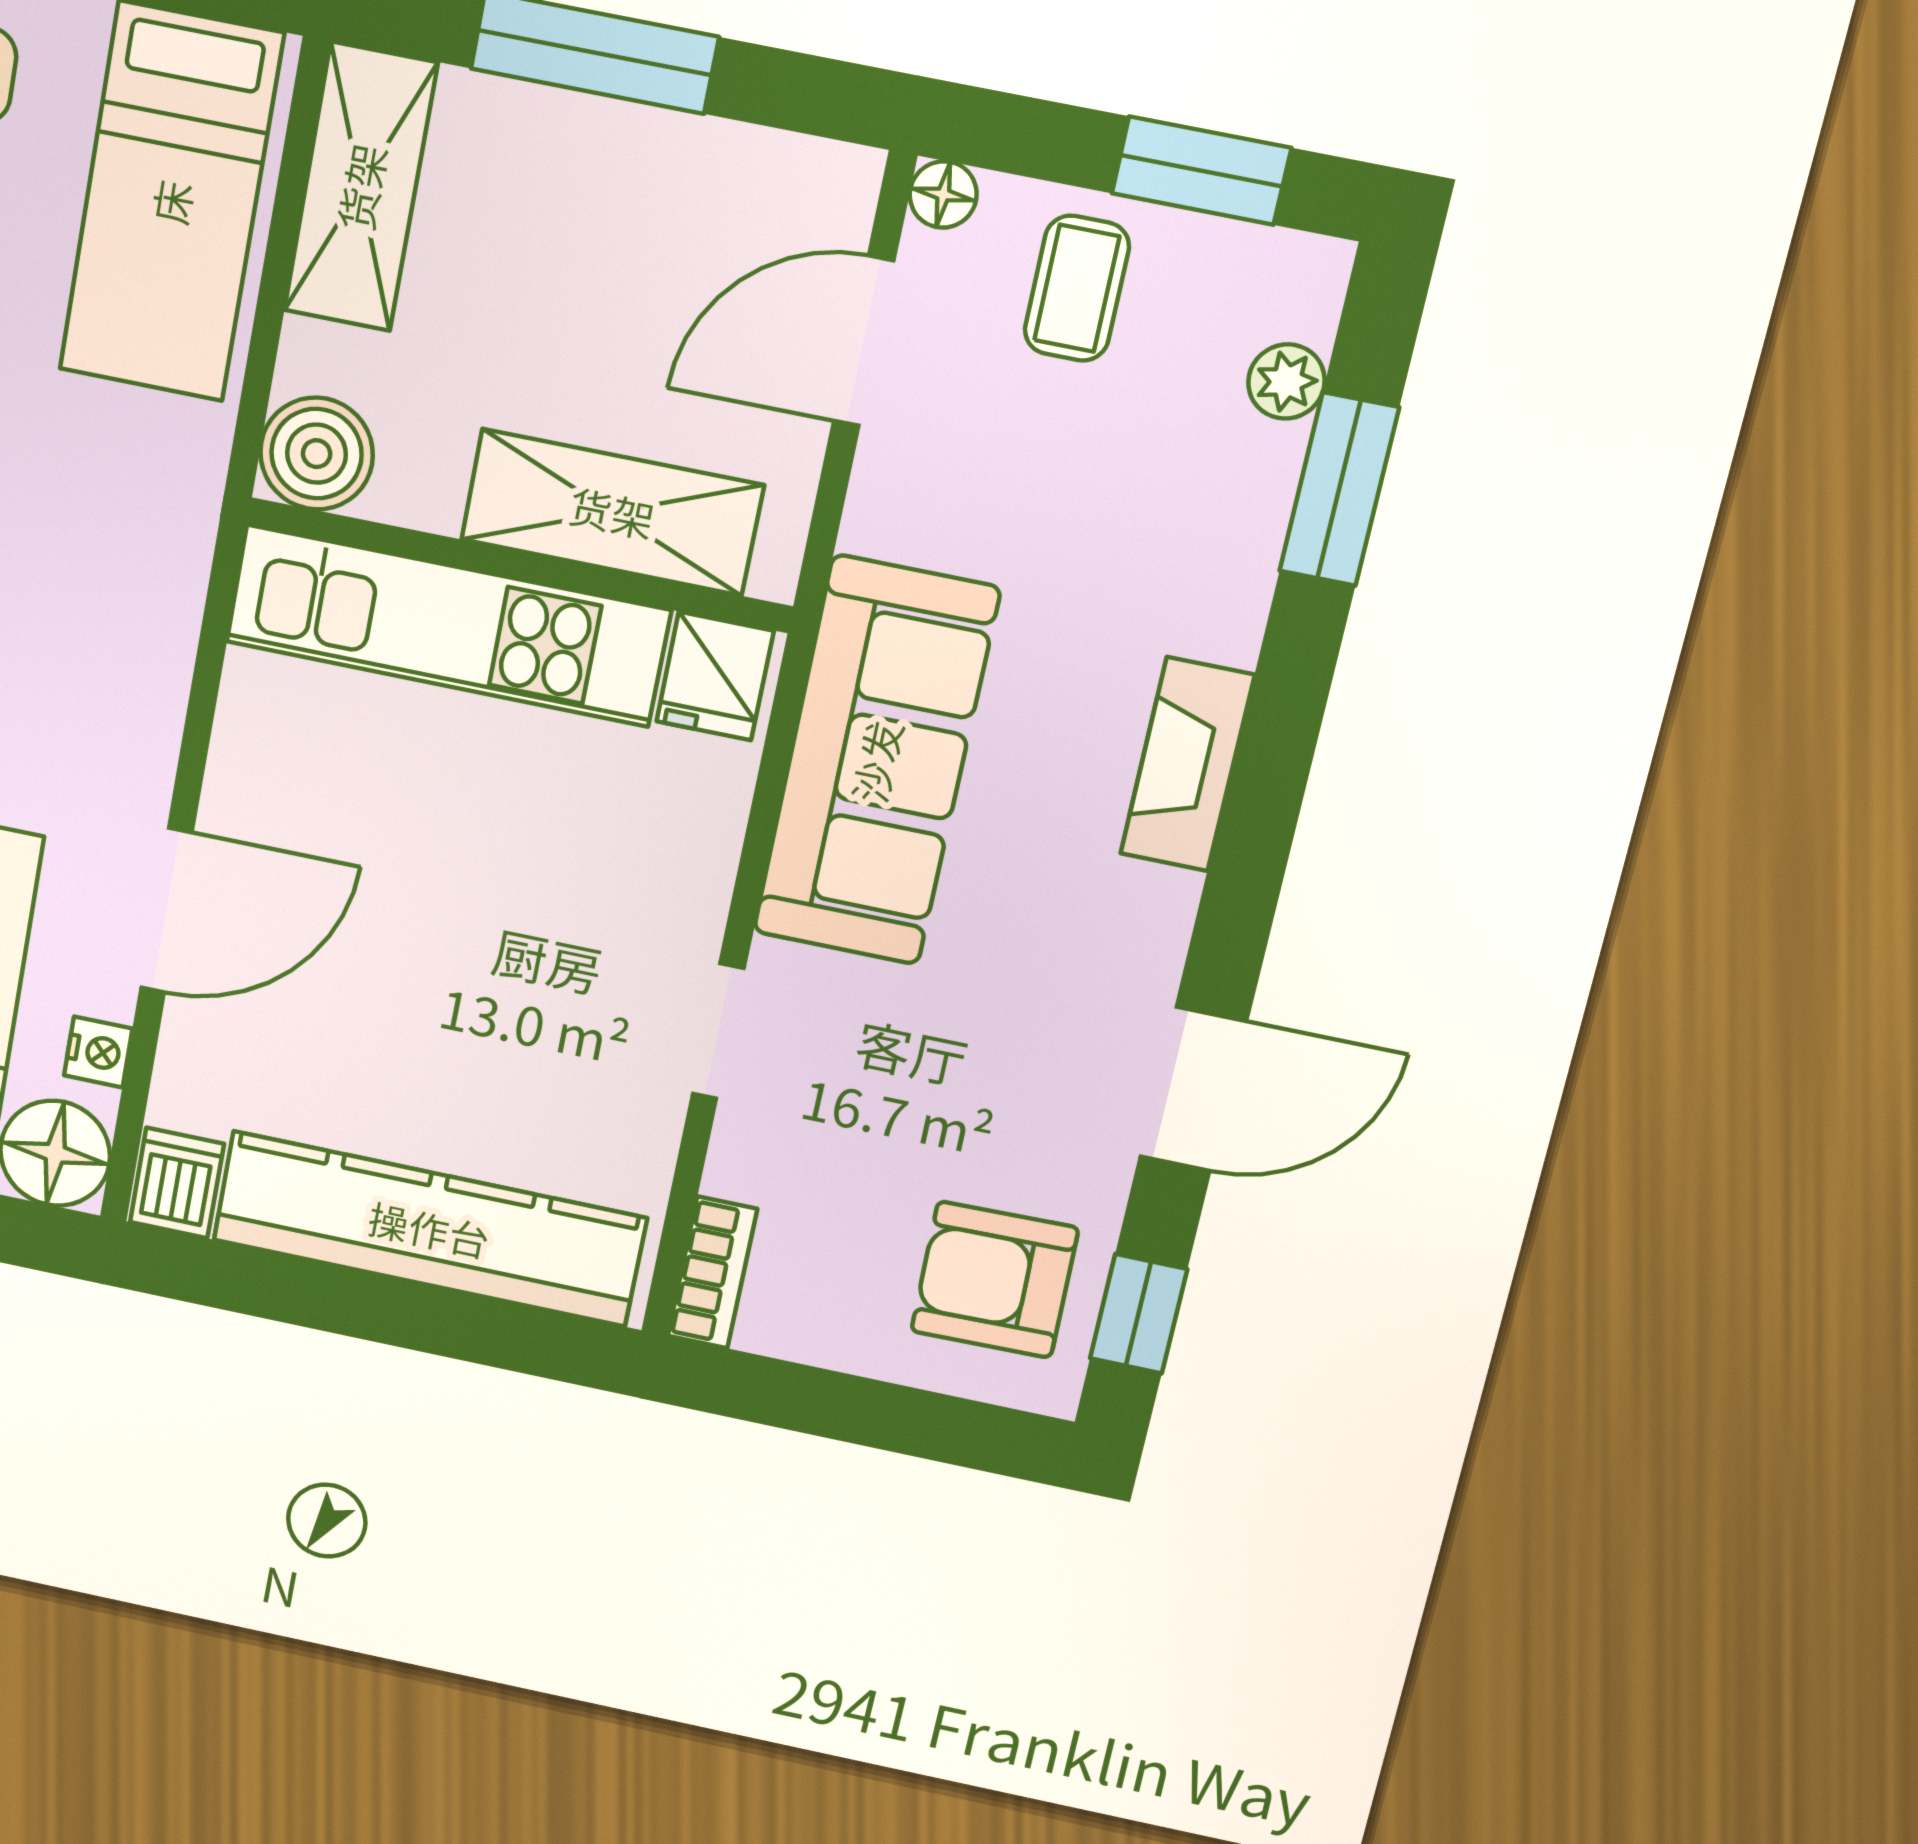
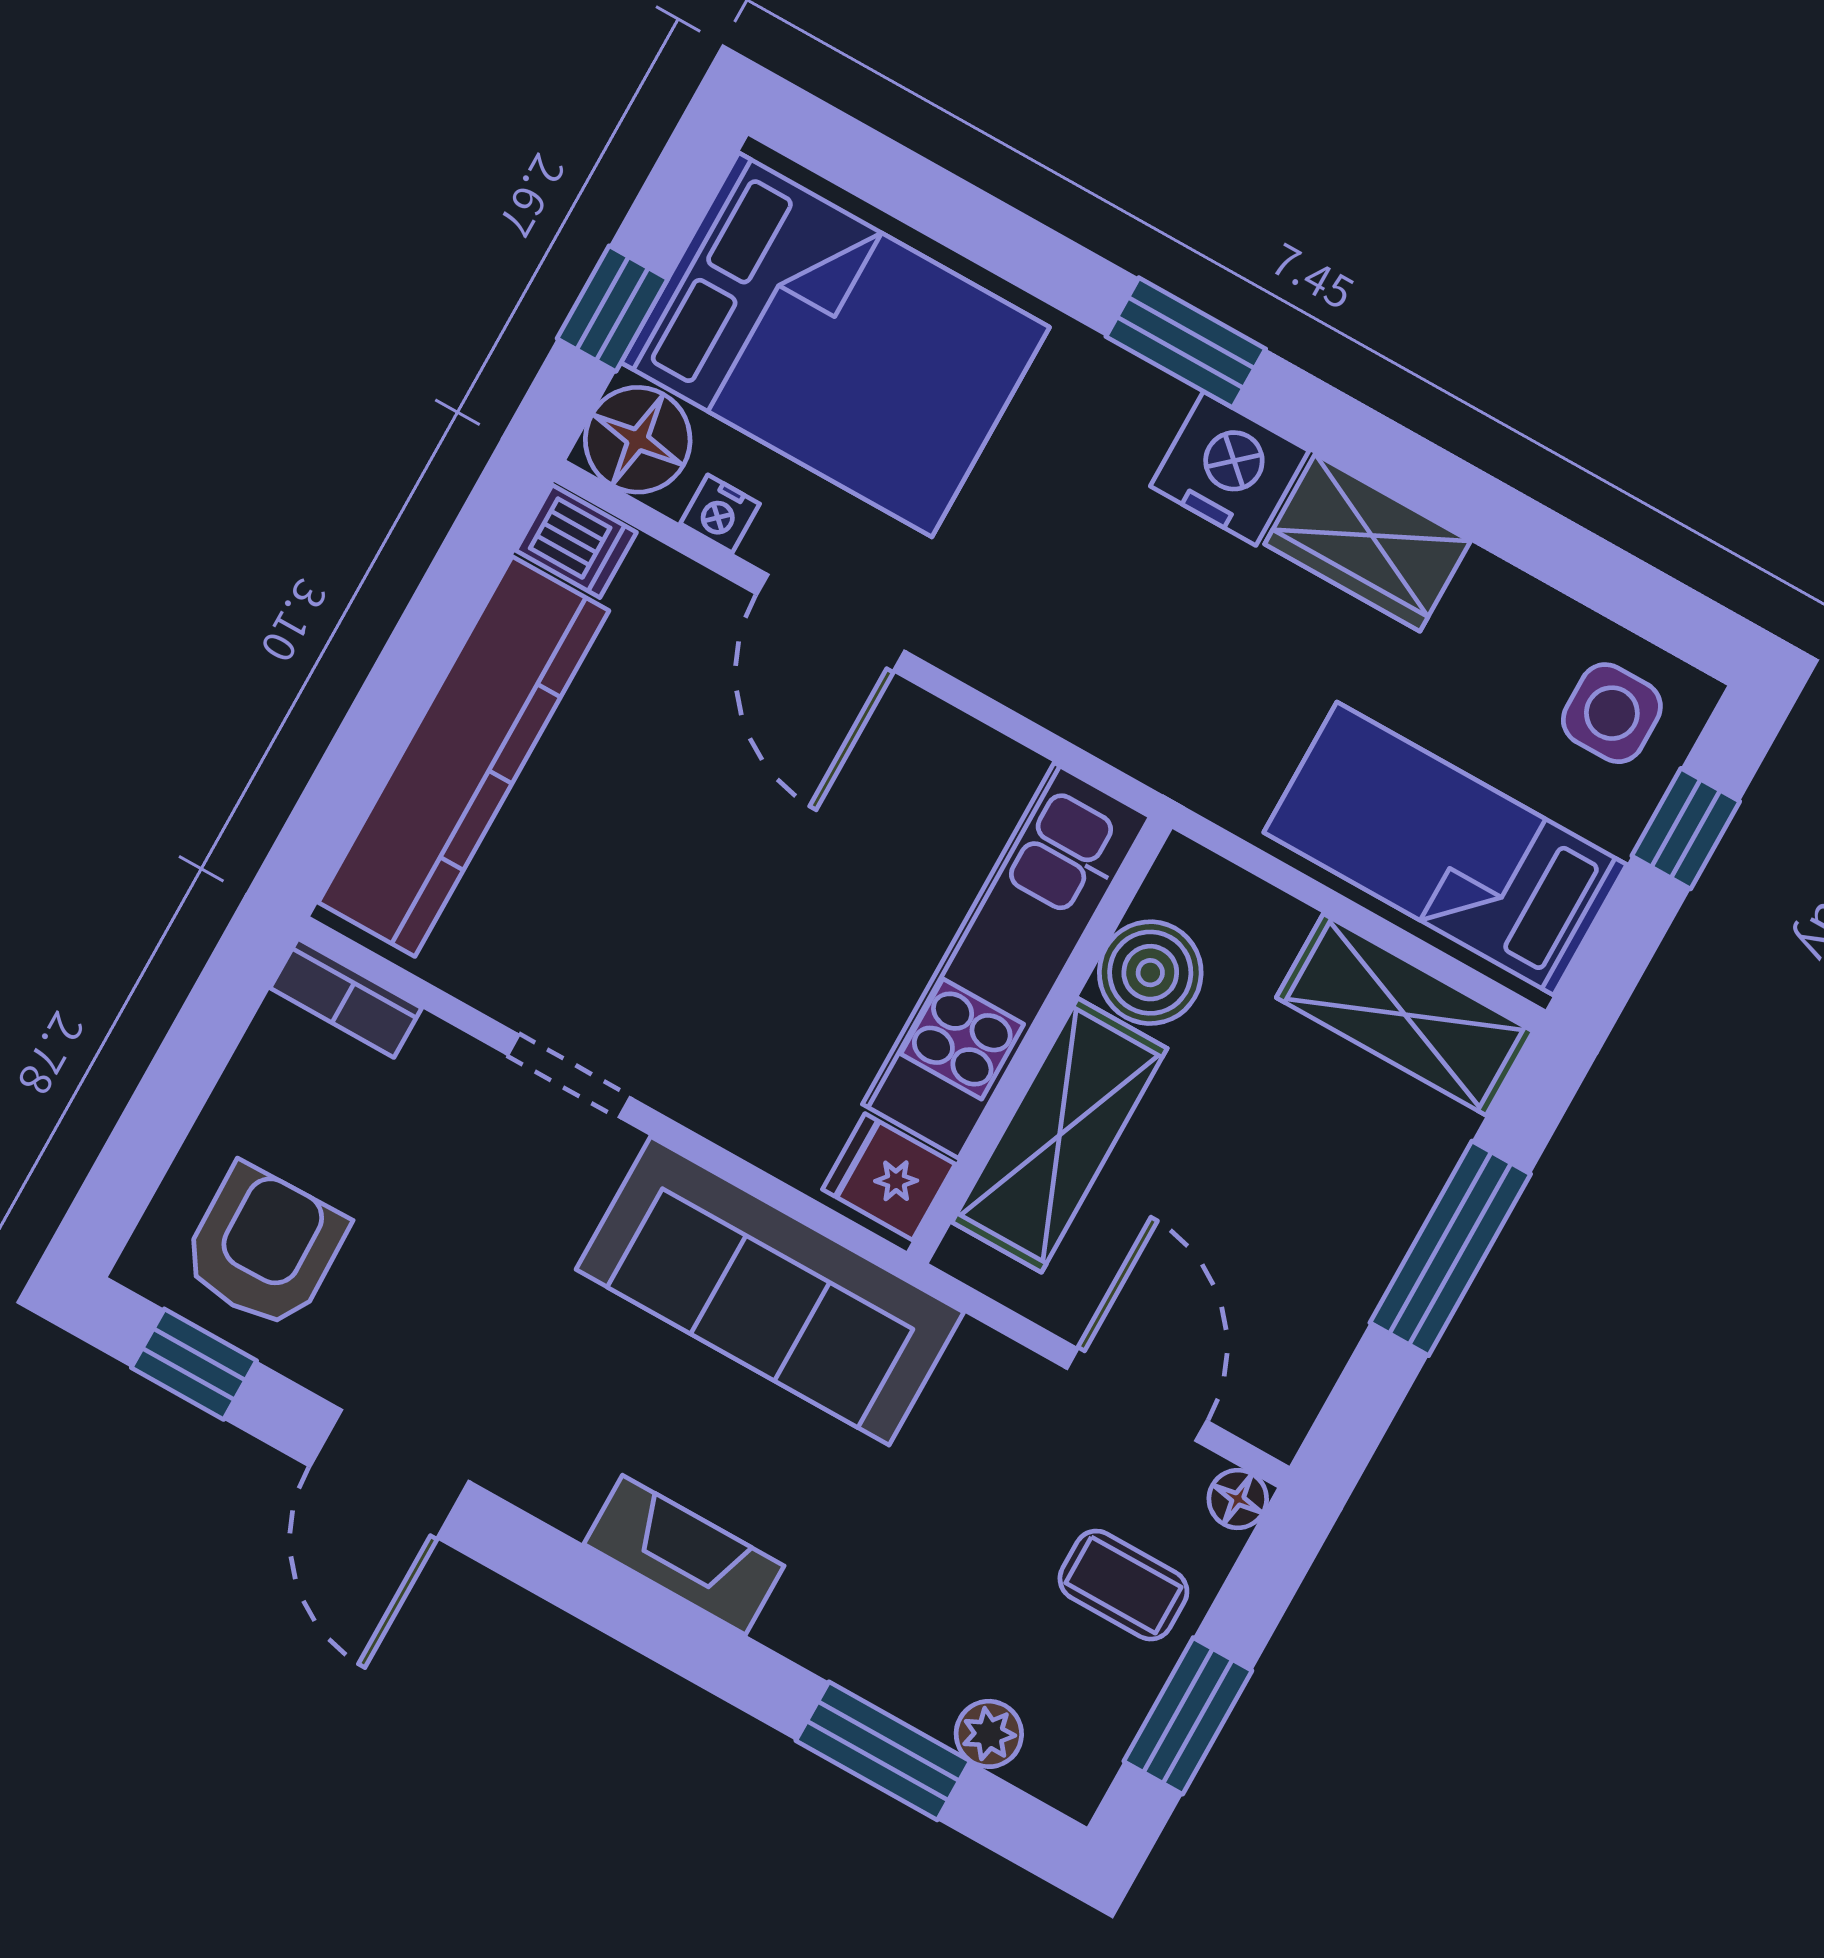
boiler: (317, 454) -> (1150, 973), moved

